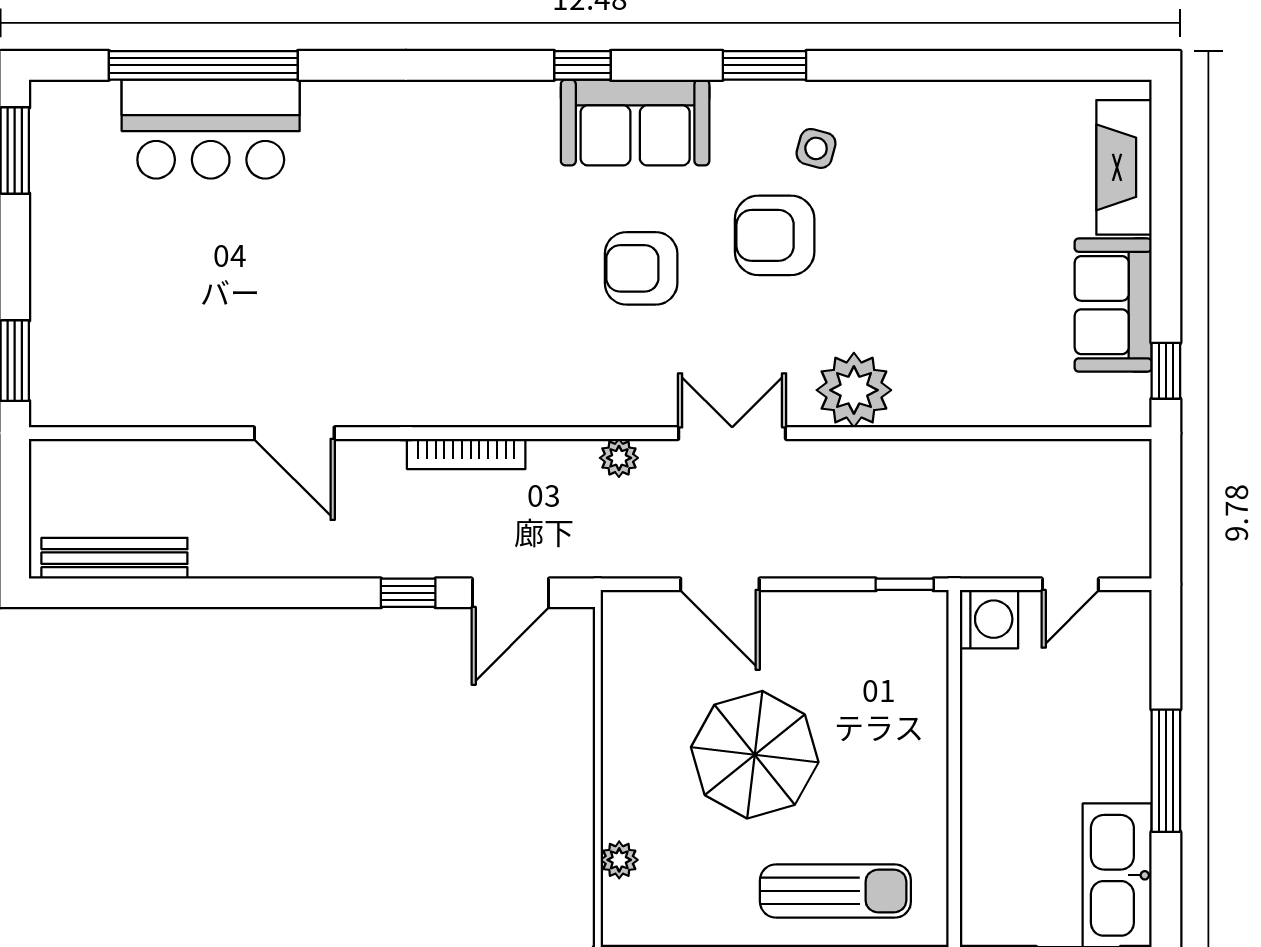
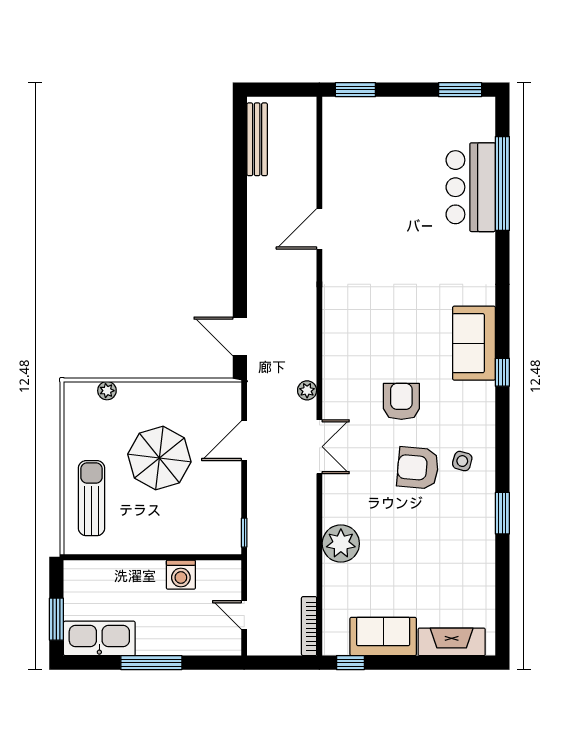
window: (765, 65) -> (502, 513), moved
sofa: (635, 122) -> (474, 343), moved
side table: (816, 148) -> (462, 461), moved
armchair: (775, 235) -> (418, 468), turned -85
plant: (854, 390) -> (341, 544), moved
bookcase: (466, 454) -> (309, 626), moved
window: (408, 593) -> (240, 286), removed
washing machine: (989, 619) -> (181, 575), moved
sun lounger: (835, 891) -> (92, 498), turned 180

